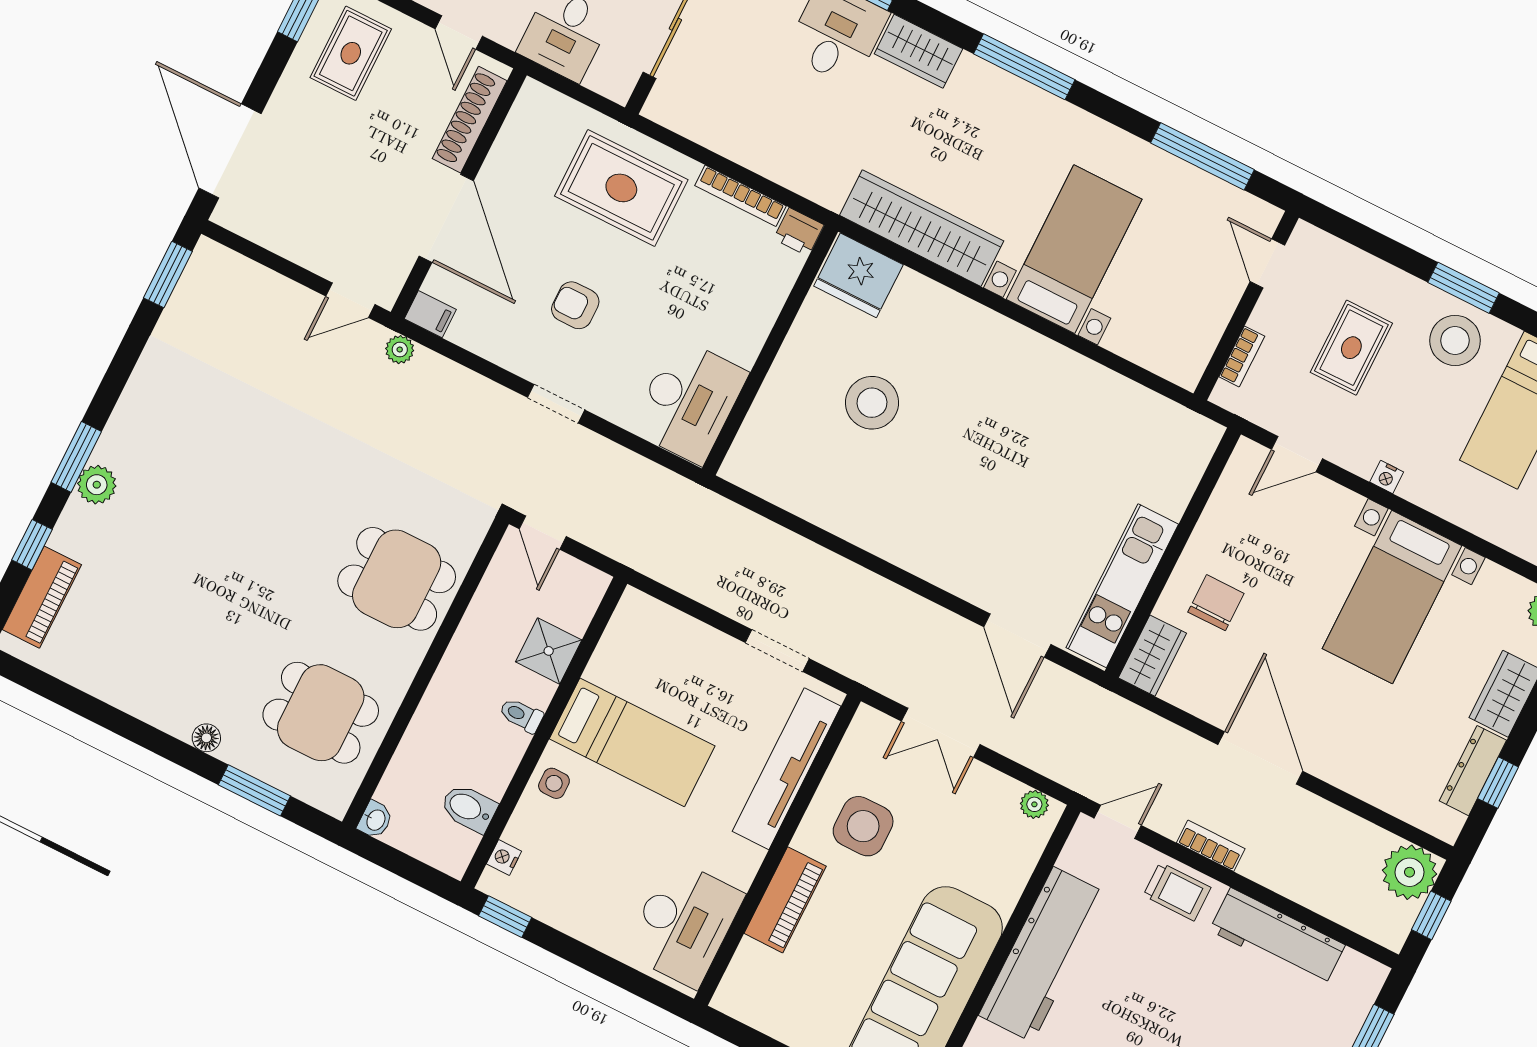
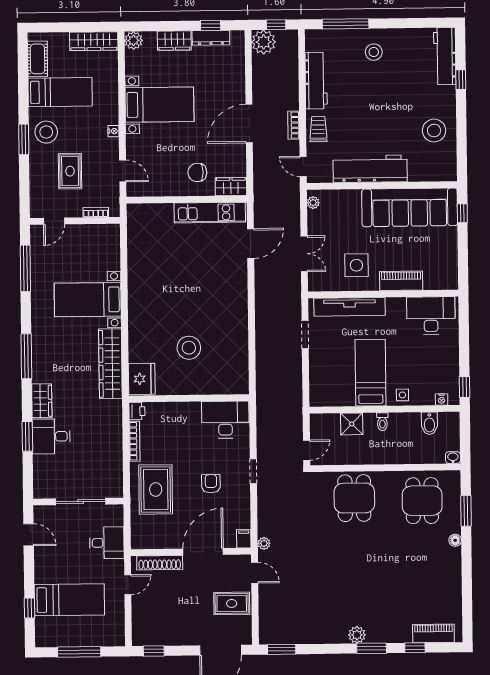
rug: (351, 53) -> (232, 603), moved
armchair: (575, 305) -> (211, 484), turned 180
rug: (1351, 348) -> (70, 171), turned 90
plant: (97, 485) -> (357, 635), moved

